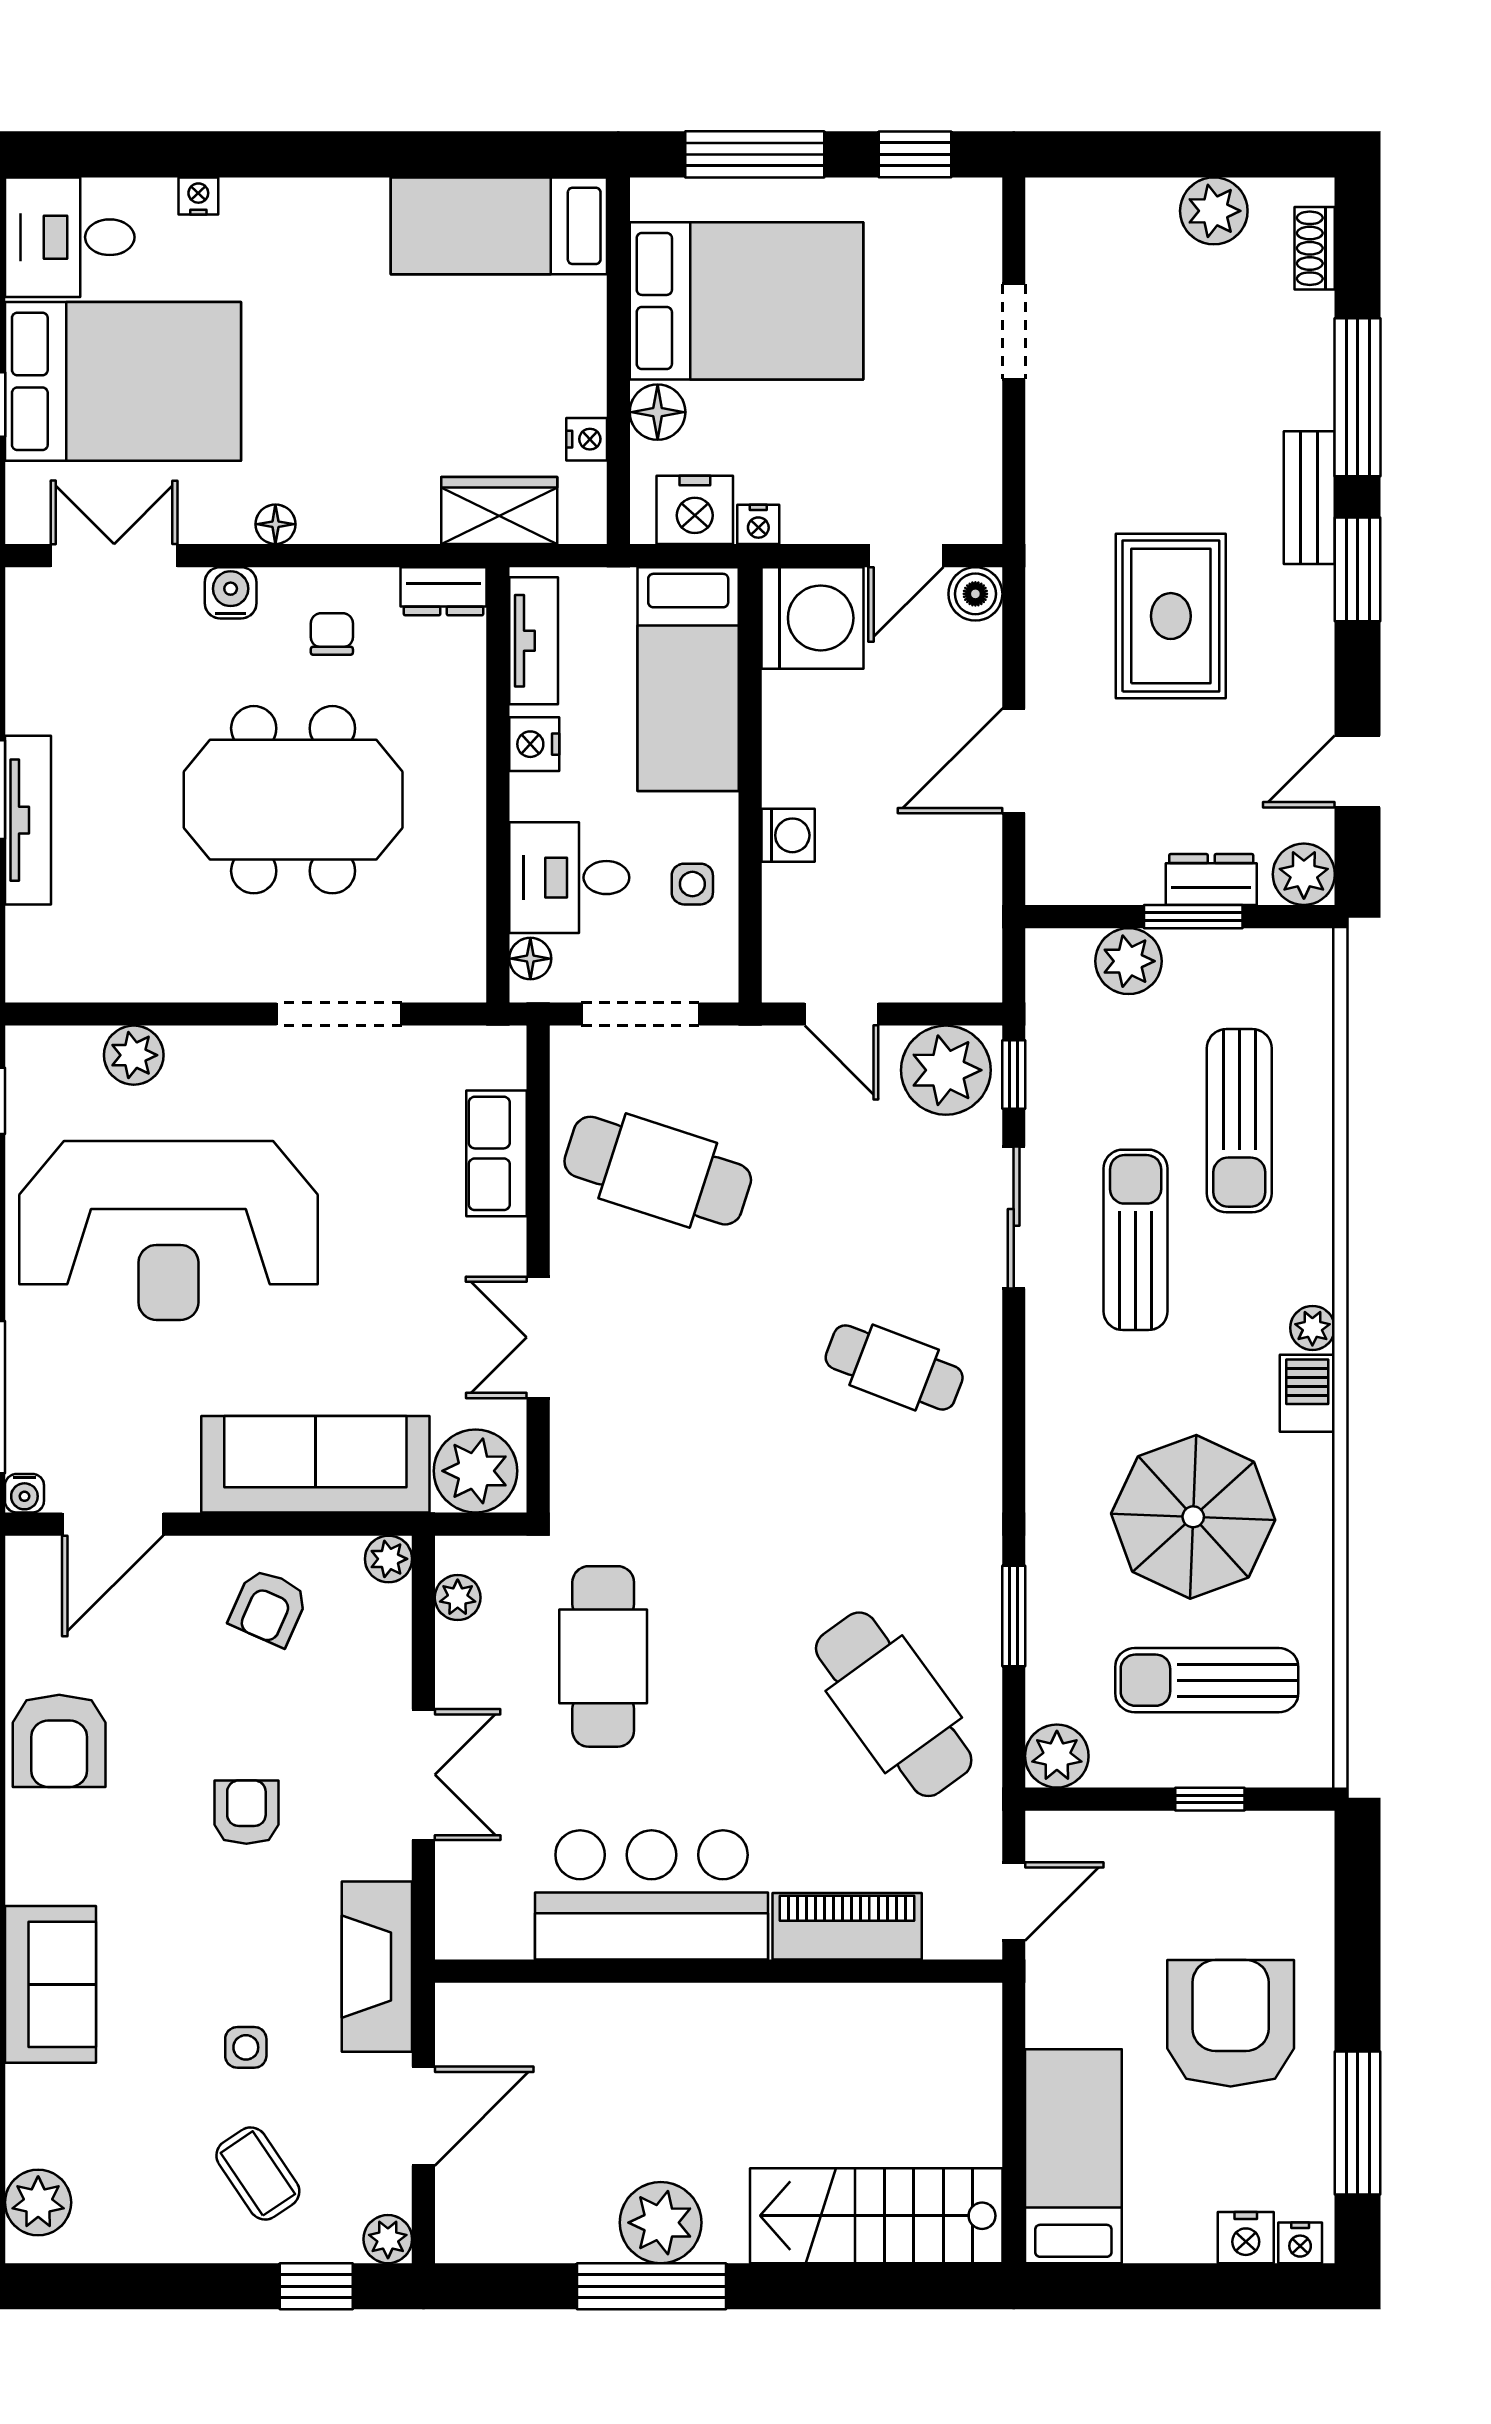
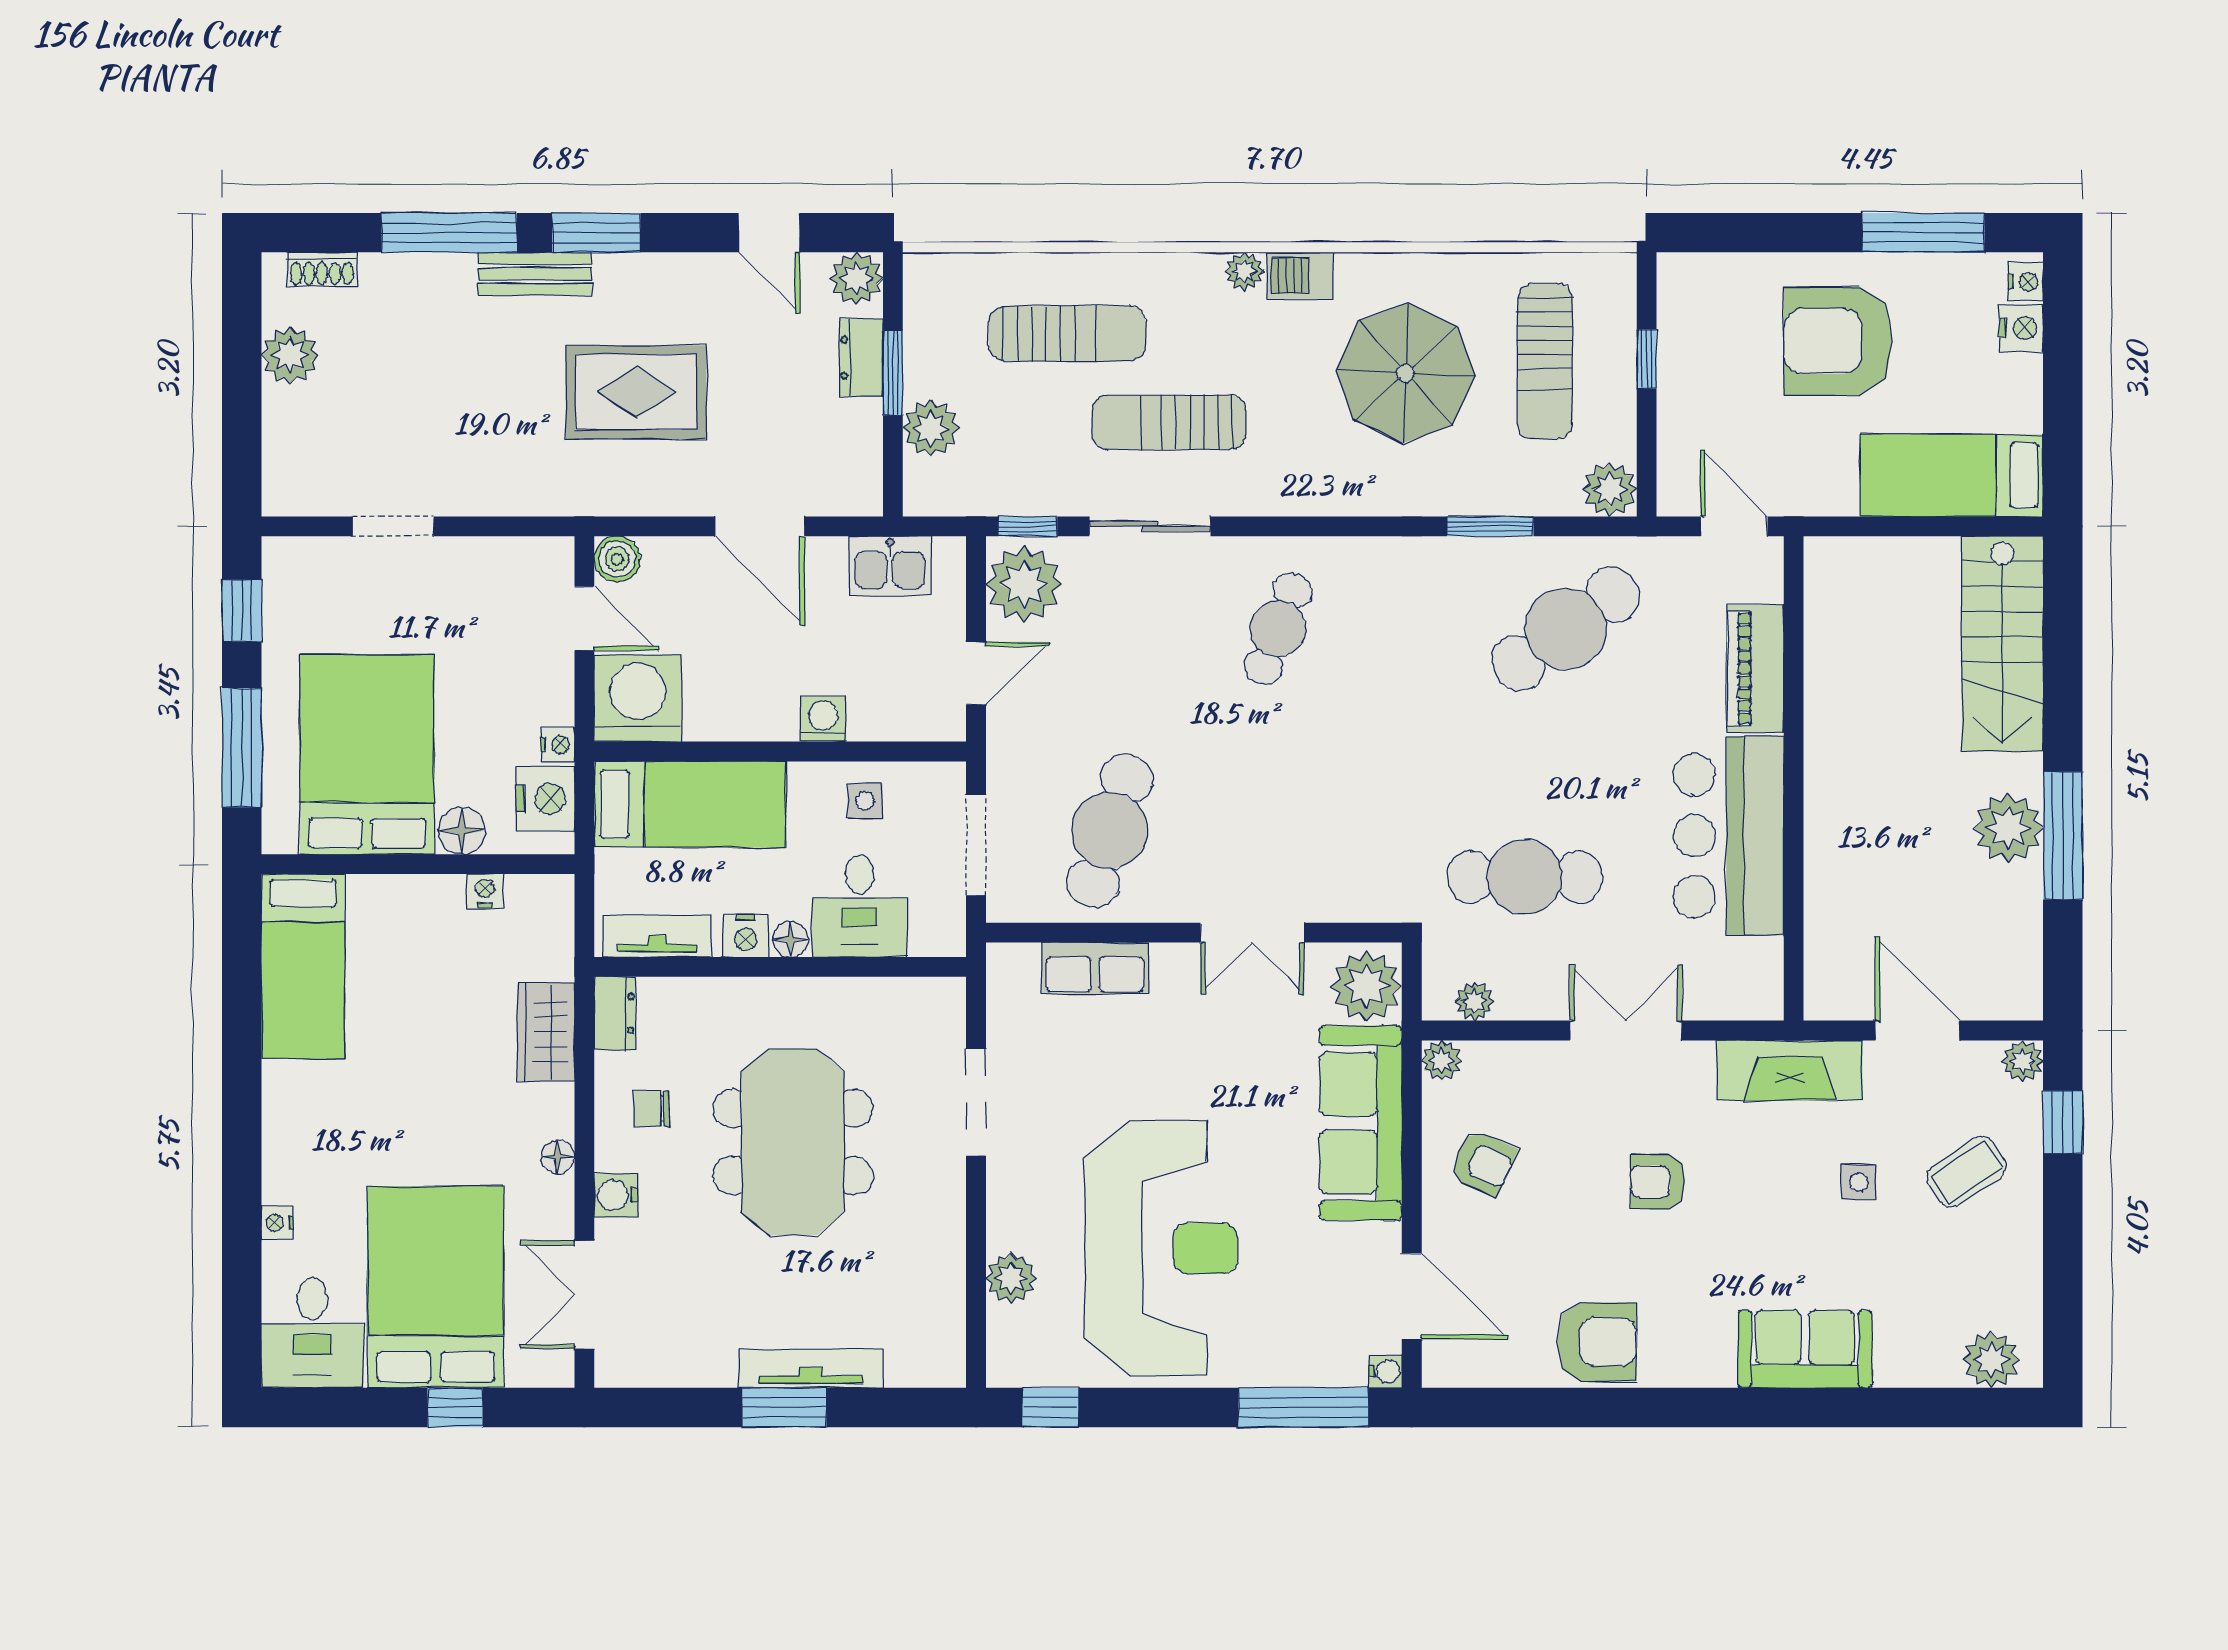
wardrobe: (499, 511) -> (546, 1032), moved
kitchen sink: (967, 913) -> (890, 566), added
floor lamp: (530, 959) -> (790, 939), moved

